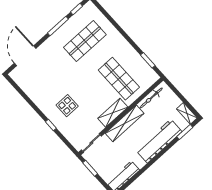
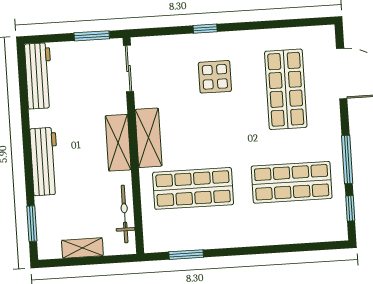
shop shelf: (85, 41) -> (292, 182), turned 90
shop shelf: (49, 73) -> (286, 89), added
shelving: (187, 113) -> (82, 248), moved
shelving: (125, 123) -> (118, 143), width x0.68
workbench: (159, 141) -> (45, 162), width x0.73, depth x0.76

